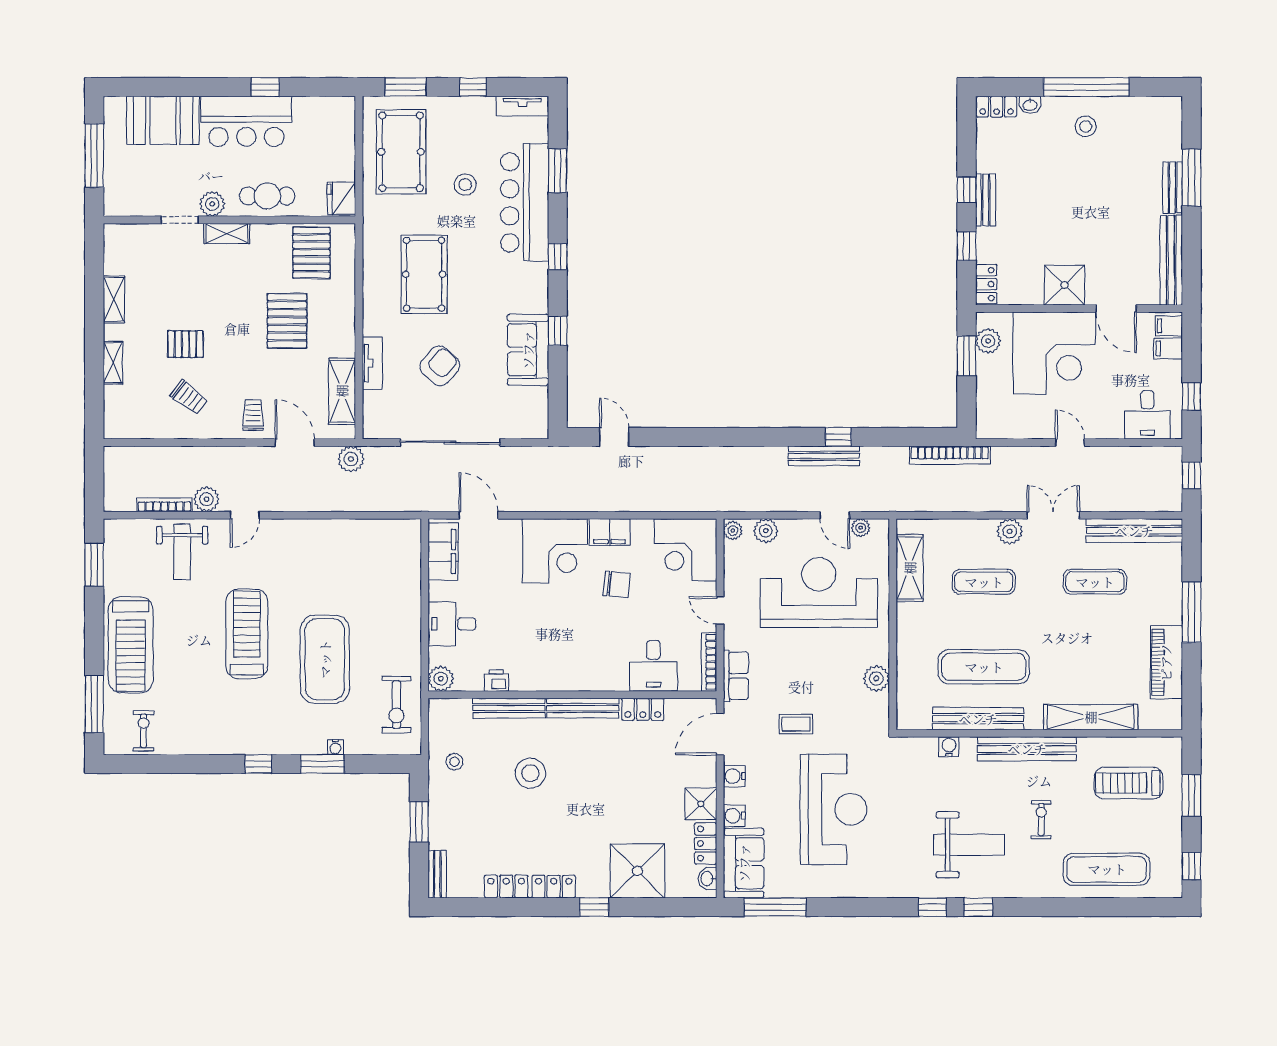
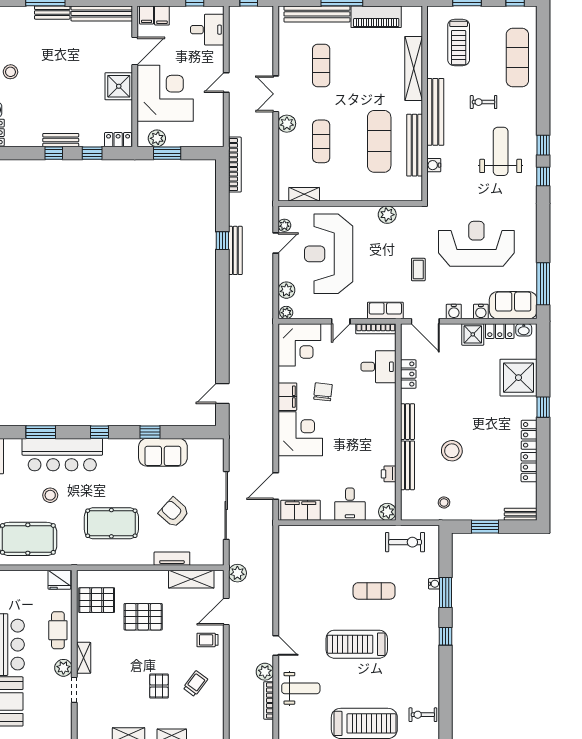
bench: (1134, 531) -> (317, 14), moved, turned 90
shelving: (910, 568) -> (304, 194), width x0.67, depth x0.75
exercise mat: (325, 659) -> (374, 591), width x0.50, depth x0.69
bench: (583, 708) -> (407, 422), width x0.73

